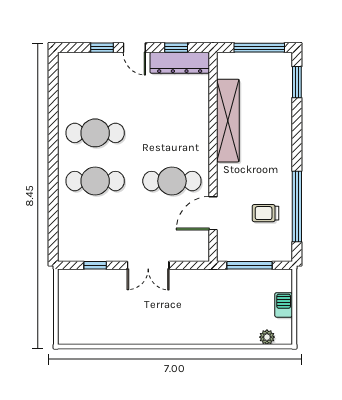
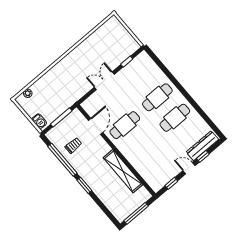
dresser: (180, 63) -> (202, 146), moved
window: (297, 82) -> (84, 185), moved
barbecue: (284, 305) -> (39, 121), moved

